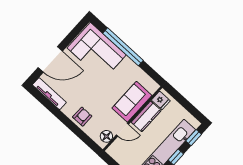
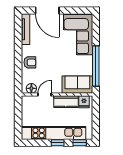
window: (123, 47) -> (96, 66), moved
sofa: (132, 102) -> (77, 85), moved
door: (122, 130) -> (44, 95), swing flipped

